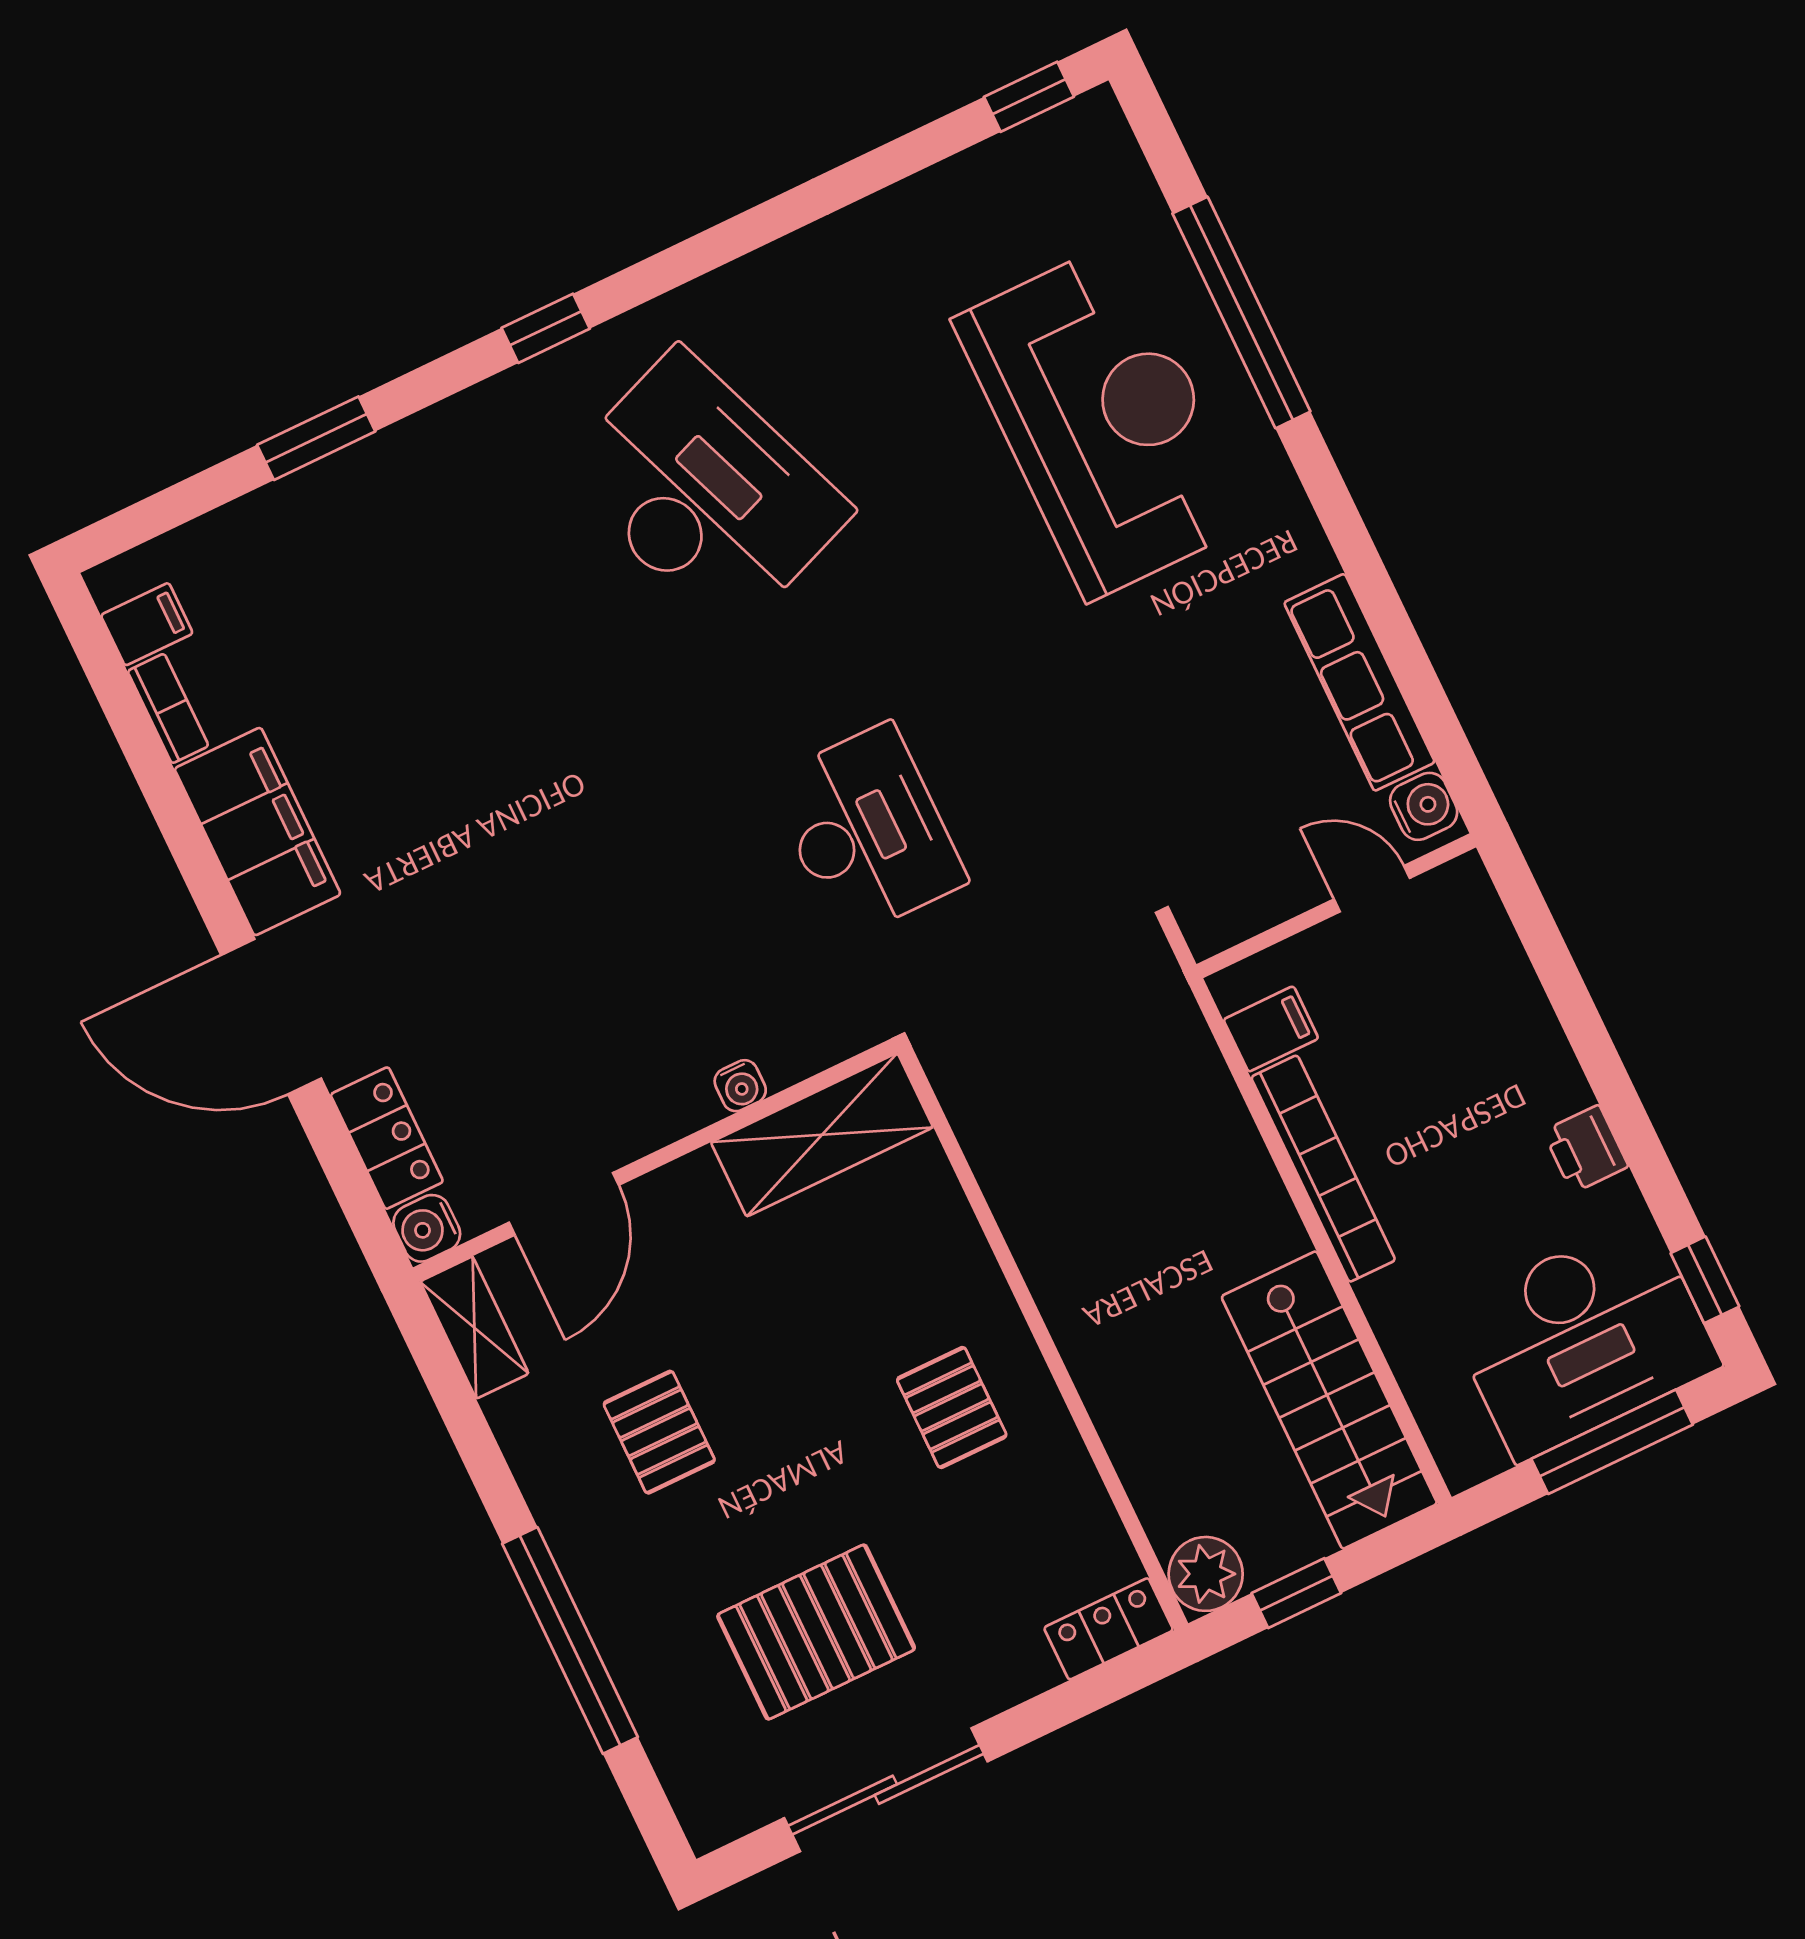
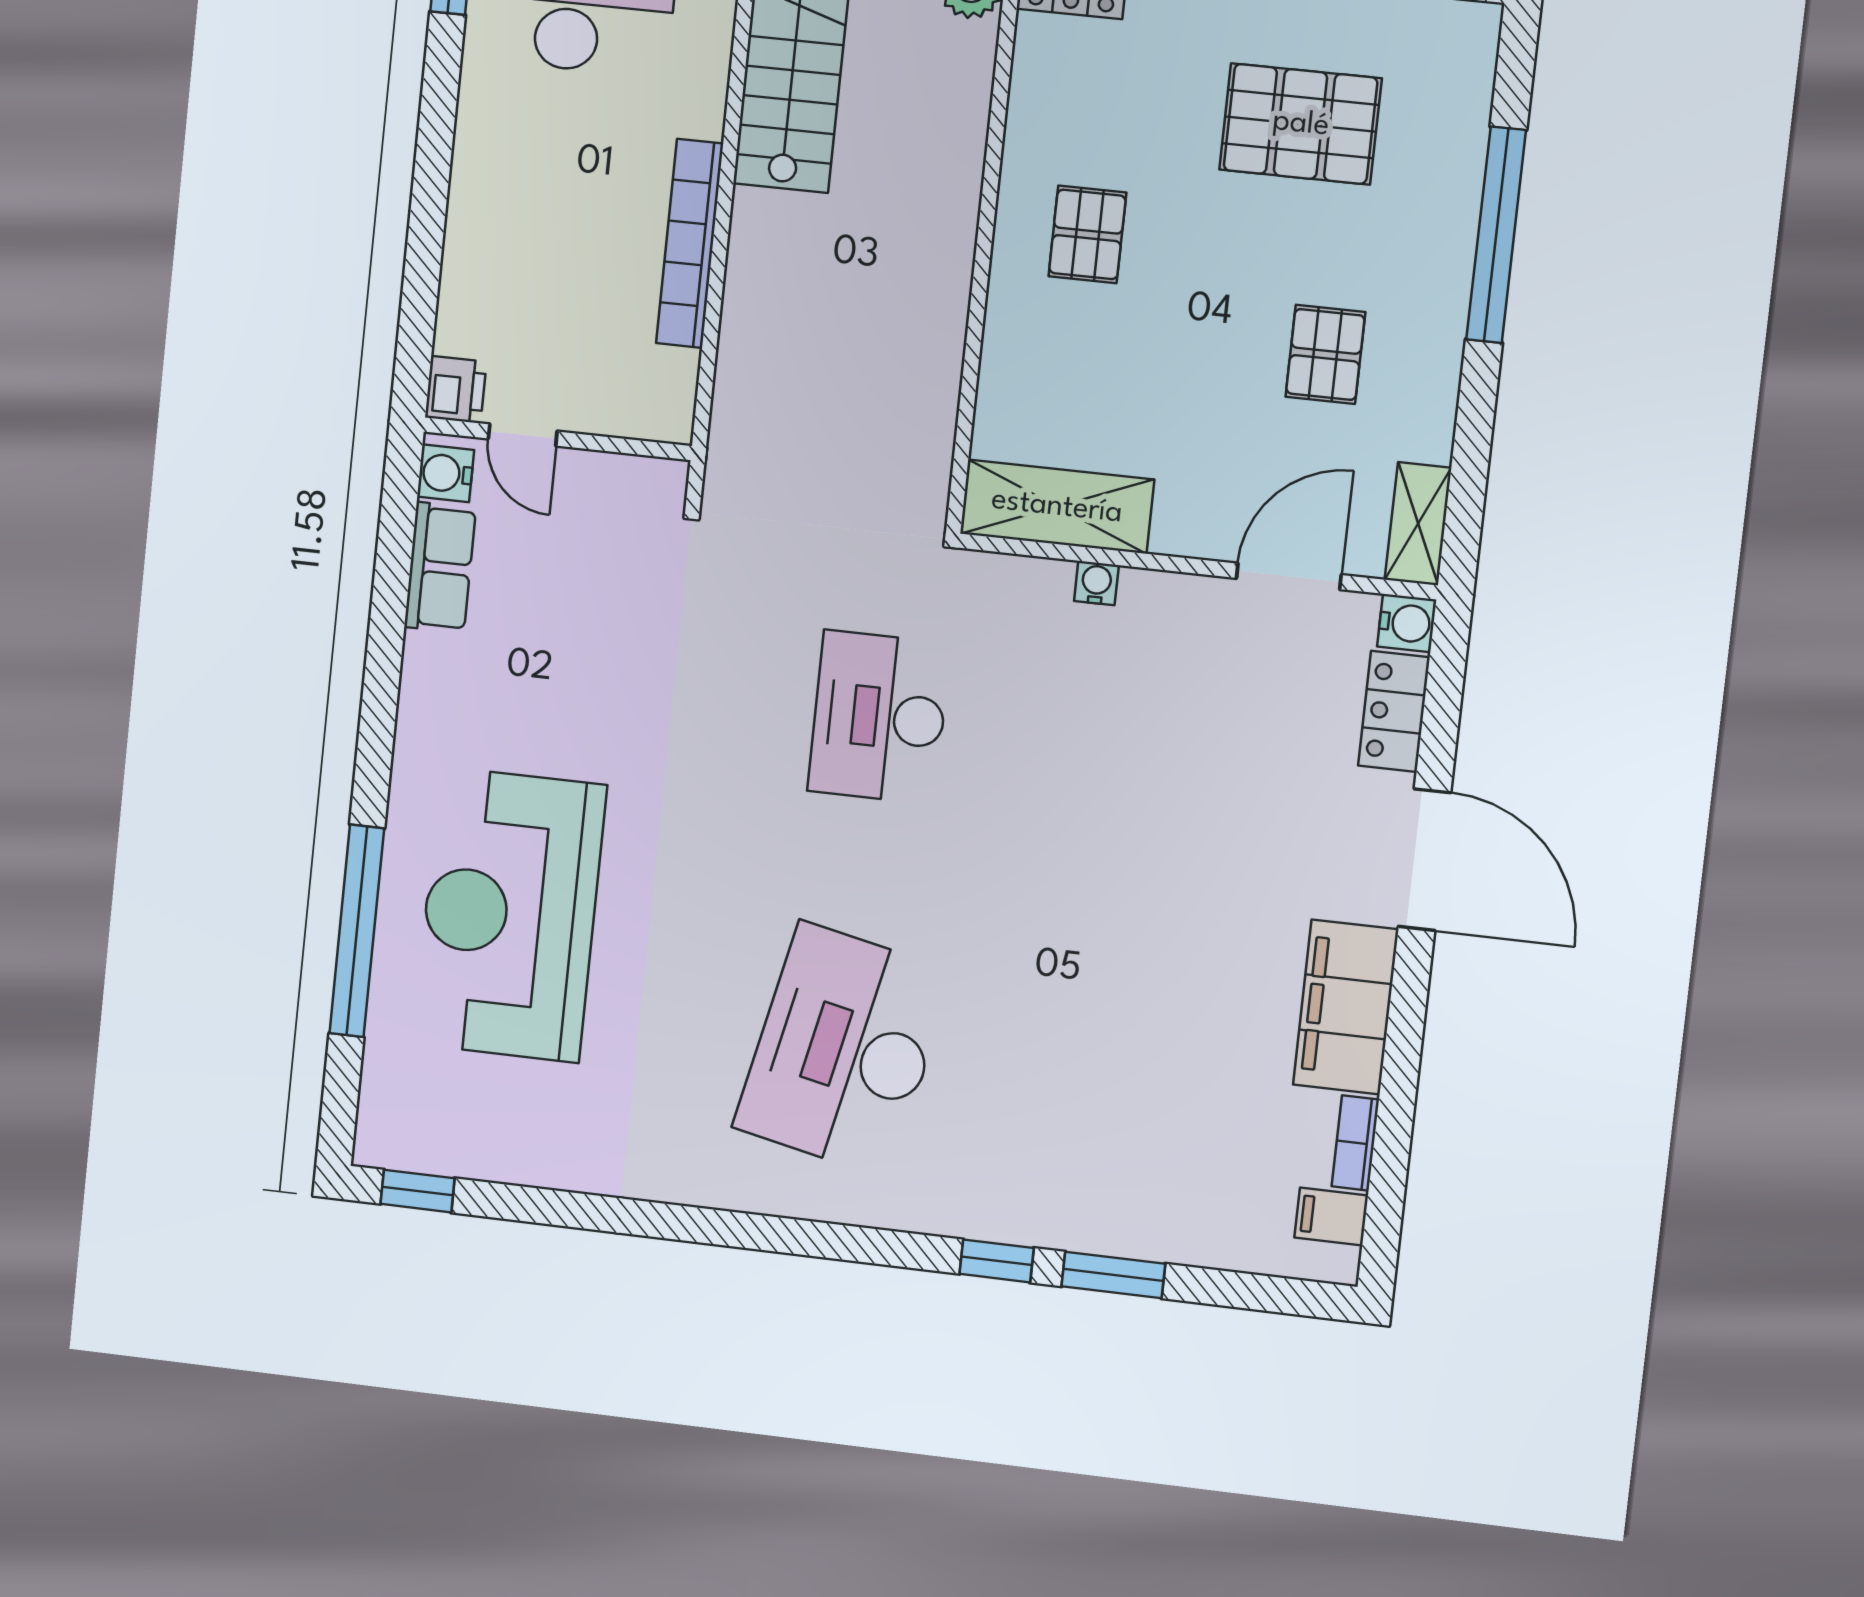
window: (546, 328) -> (997, 1261), moved
desk: (705, 492) -> (844, 1050), turned 33
row of seats: (1359, 682) -> (440, 568), width x0.68
filing cabinet: (1271, 1029) -> (664, 375), removed
printer: (1586, 1149) -> (456, 389), moved

